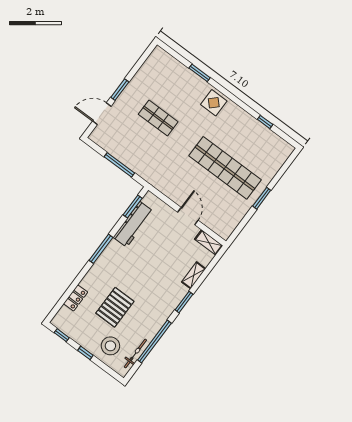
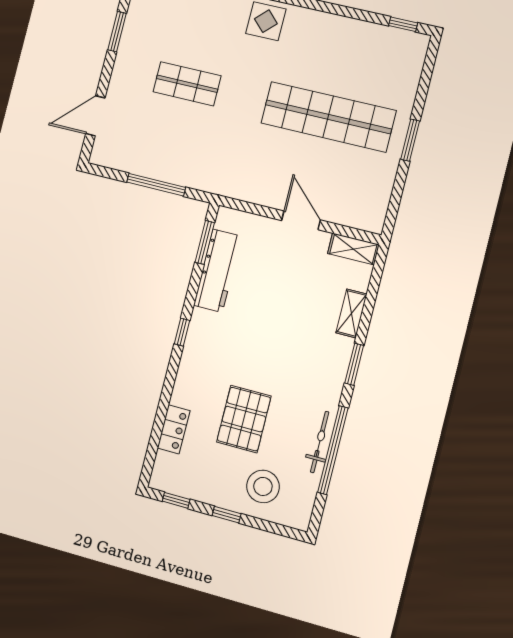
window: (120, 90) -> (117, 32), moved
window: (265, 122) -> (403, 24), moved
window: (101, 249) -> (182, 332), width x0.46
bicycle: (135, 353) -> (320, 442), moved

